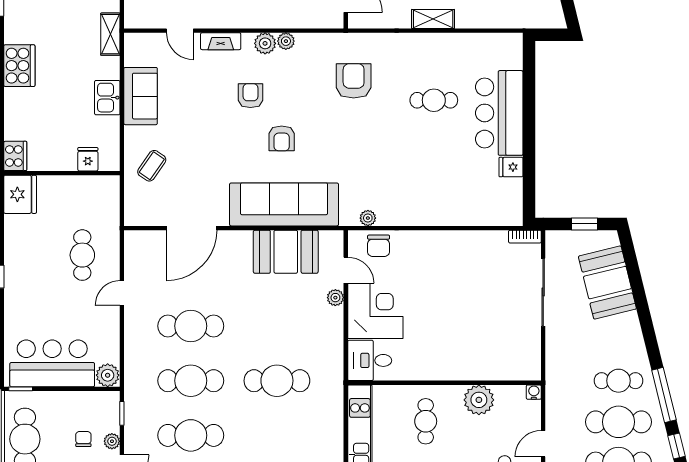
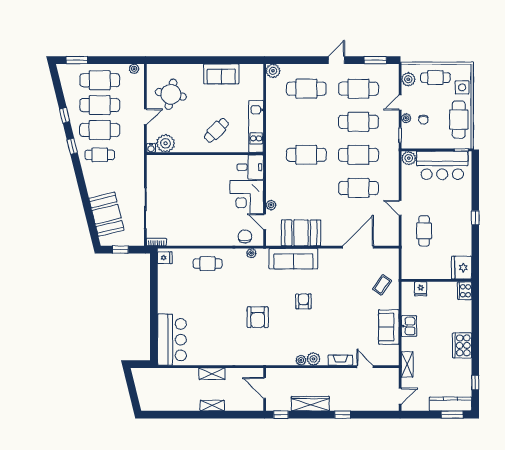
armchair: (354, 81) -> (258, 317), moved
armchair: (250, 96) -> (322, 327), removed
cafe table: (434, 100) -> (208, 264), moved
bar counter: (499, 113) -> (172, 340), moved
fridge: (511, 167) -> (165, 258), moved
sofa: (284, 204) -> (293, 259), width x0.74, depth x0.79
door: (122, 293) -> (400, 208), swing flipped
window: (664, 395) -> (72, 146), width x0.46
plant: (479, 400) -> (166, 143), moved
cafe table: (426, 421) -> (216, 130), turned 45

